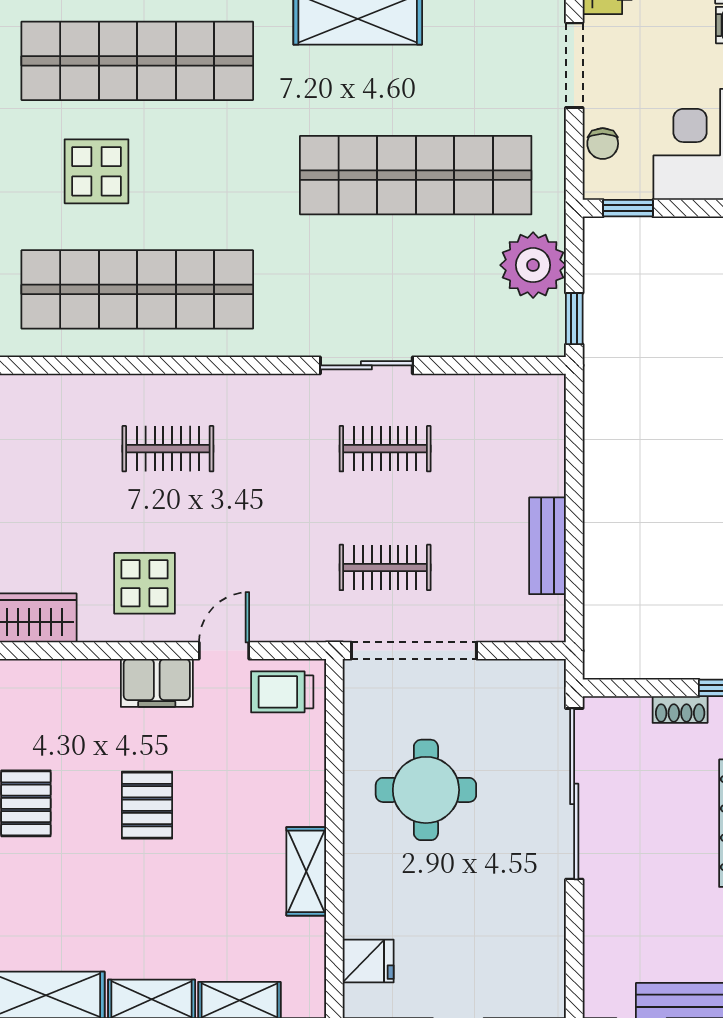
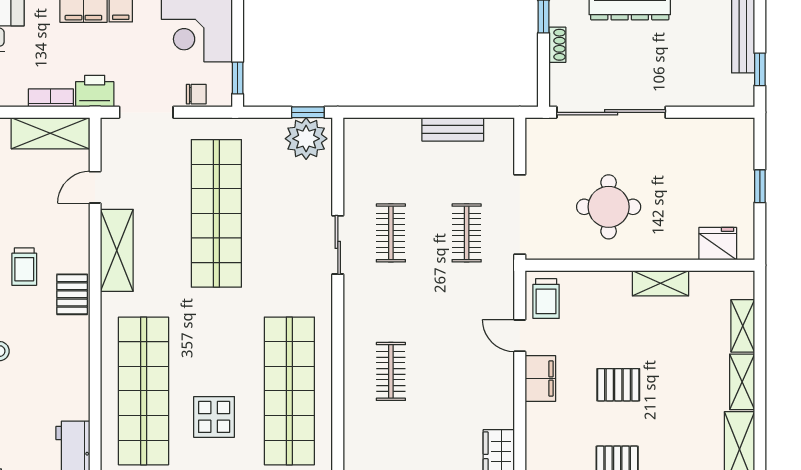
plant: (533, 265) -> (306, 139), moved
display table: (145, 583) -> (477, 386), removed
fridge: (368, 961) -> (718, 244), width x1.38

